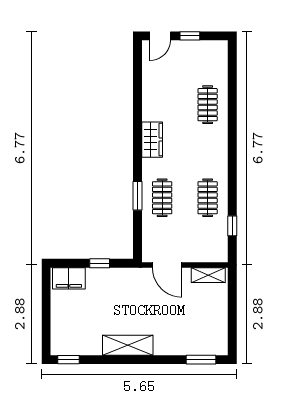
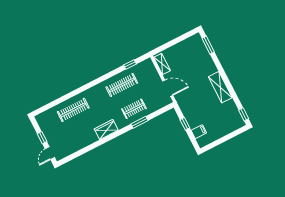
door: (160, 36) -> (50, 153), swing flipped
clothes rail: (208, 105) -> (73, 110), width x1.36
clothes rail: (208, 198) -> (122, 85), width x1.36
door: (167, 265) -> (168, 88), hinge flipped
filing cabinet: (69, 278) -> (199, 132), width x0.50

